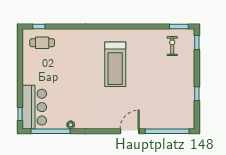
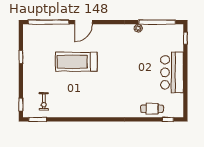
cafe table: (42, 43) -> (152, 109), moved
treadmill: (115, 64) -> (76, 62), moved, turned -90
bar counter: (34, 107) -> (172, 72), moved

